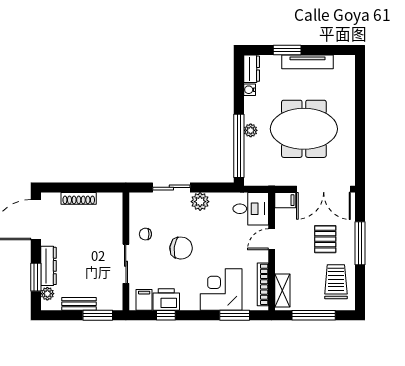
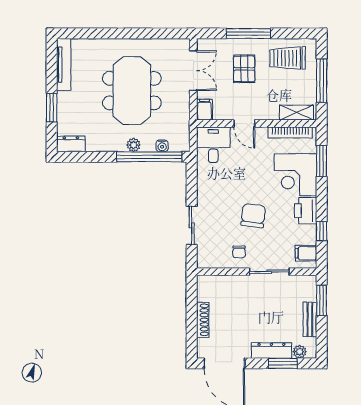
tv unit: (308, 62) -> (64, 65), moved
water cooler: (250, 90) -> (162, 146), moved
double door: (324, 189) -> (193, 71), width x0.73
plant: (200, 202) -> (206, 196), removed
pallet: (325, 239) -> (244, 69), turned 90
printer: (166, 299) -> (306, 211), moved

